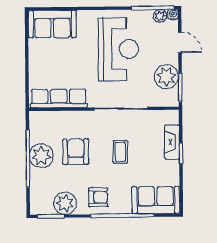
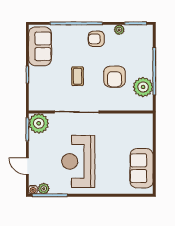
sofa: (52, 24) -> (142, 168), moved, turned -90
plant: (166, 77) -> (39, 123), moved
row of seats: (59, 98) -> (128, 121), removed
fireplace: (172, 142) -> (35, 84), removed
plant: (41, 156) -> (143, 87), moved
sofa: (156, 200) -> (40, 46), moved, turned -90
plant: (65, 203) -> (119, 30), width x0.53, depth x0.53

